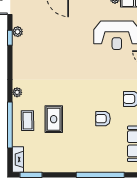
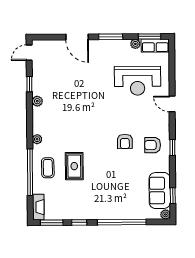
plant: (18, 32) -> (37, 101), moved
armchair: (103, 119) -> (125, 141), moved, turned -90
window: (58, 175) -> (79, 222), added

